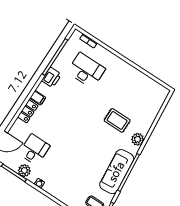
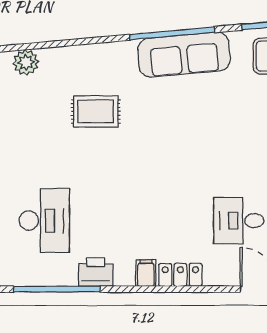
desk: (86, 70) -> (44, 221), turned 180
rug: (117, 120) -> (96, 111), turned 90
plant: (138, 139) -> (26, 62), moved

